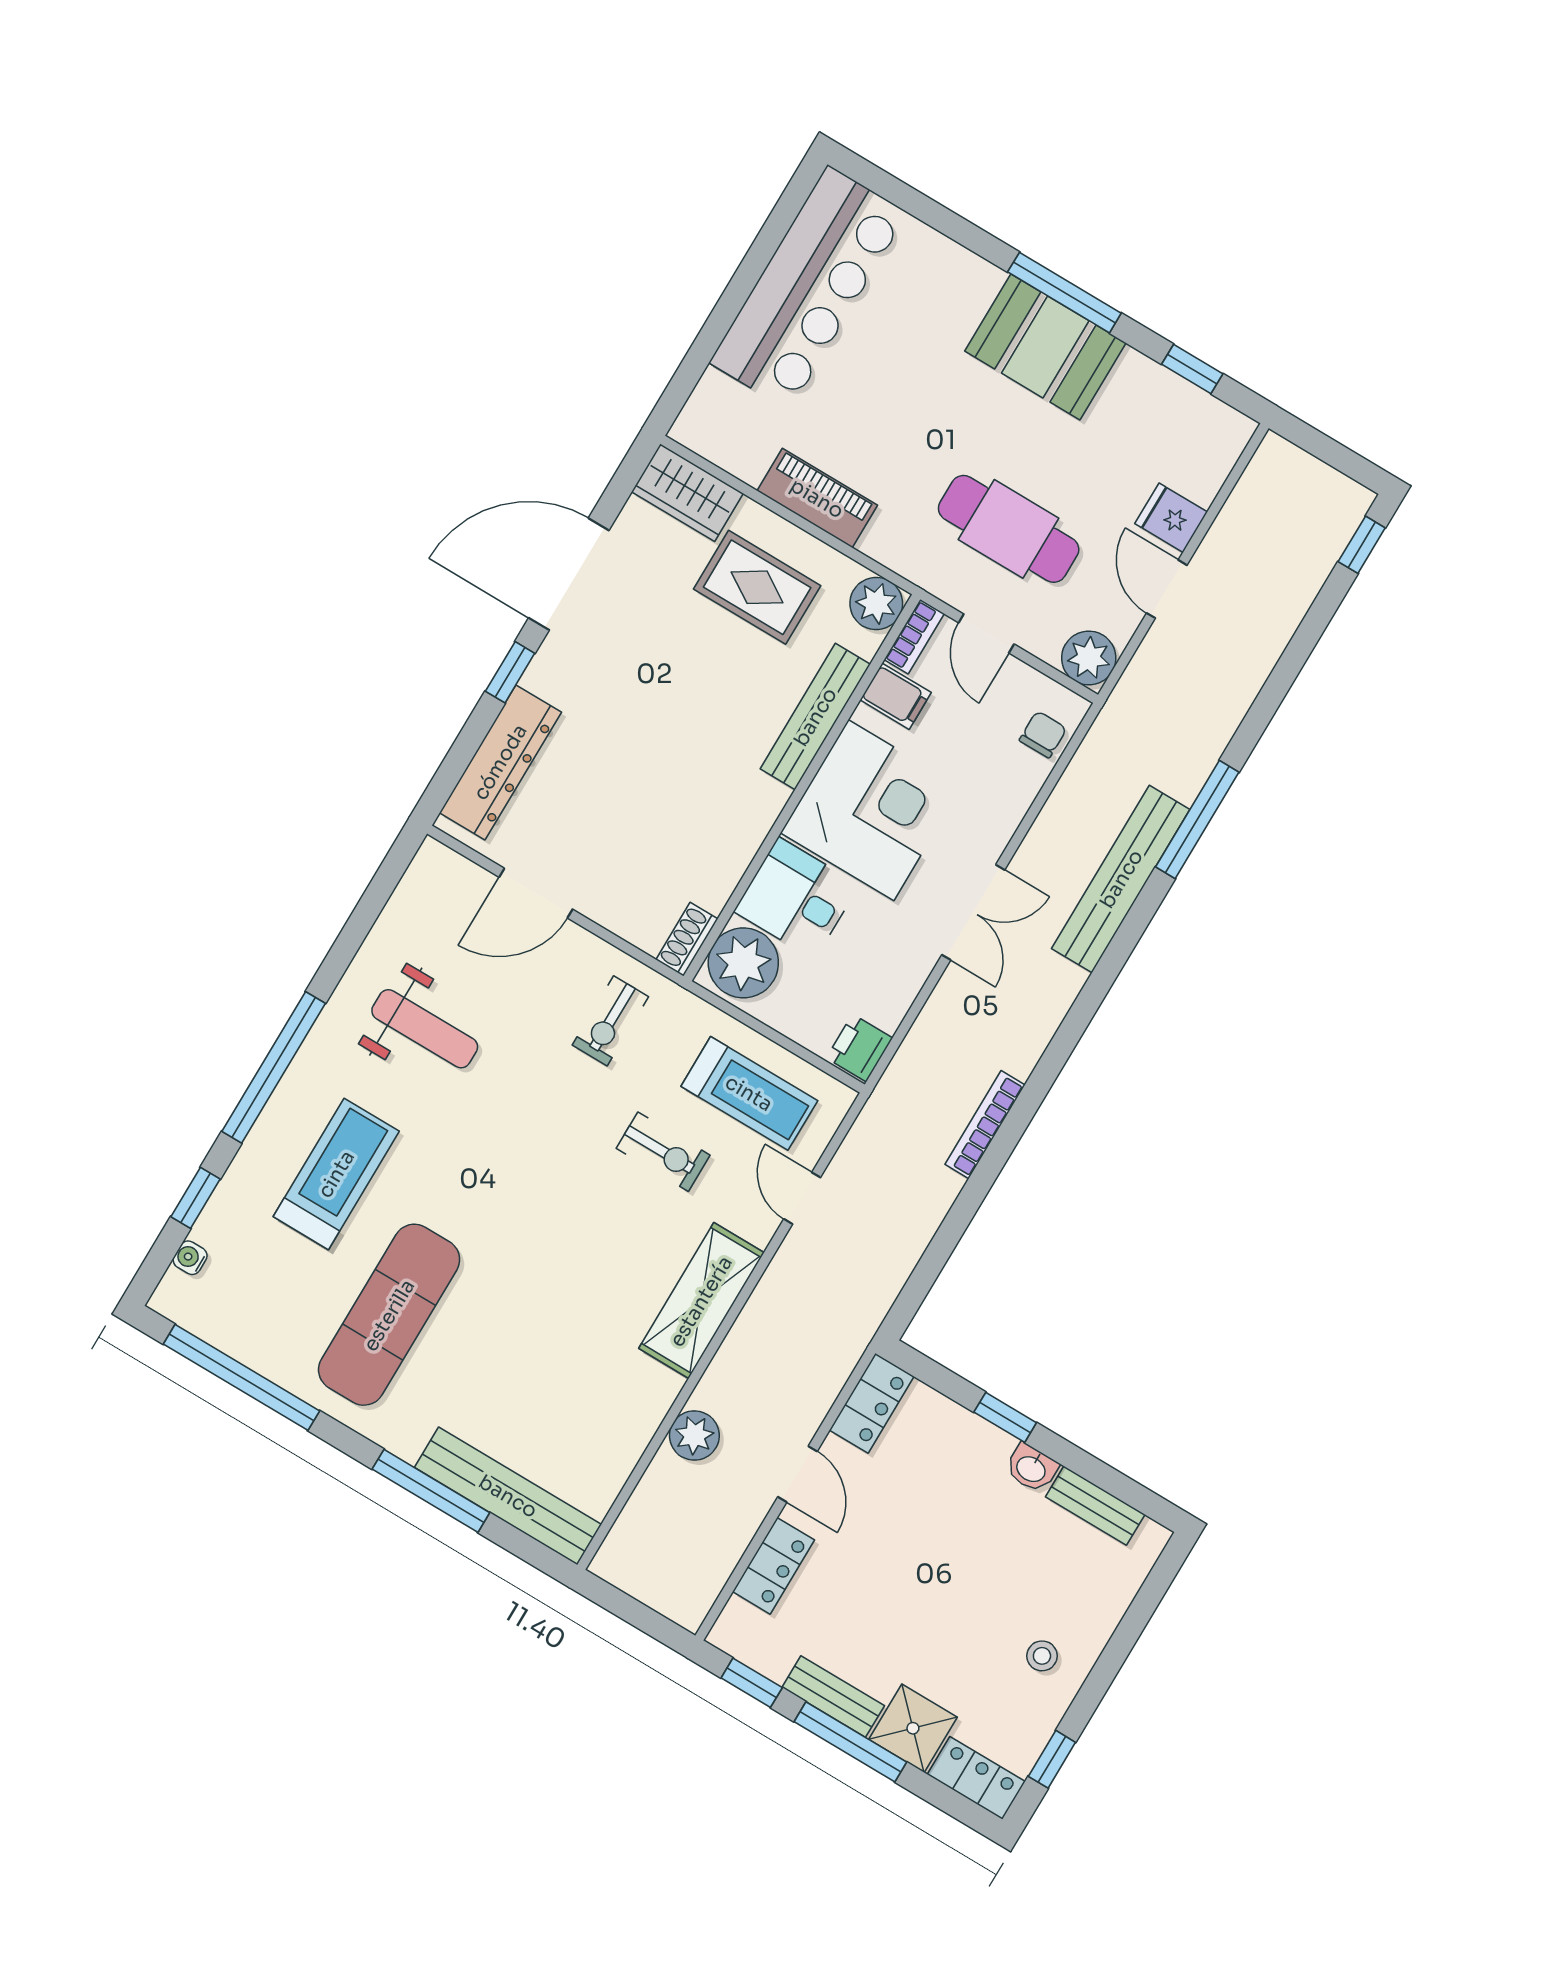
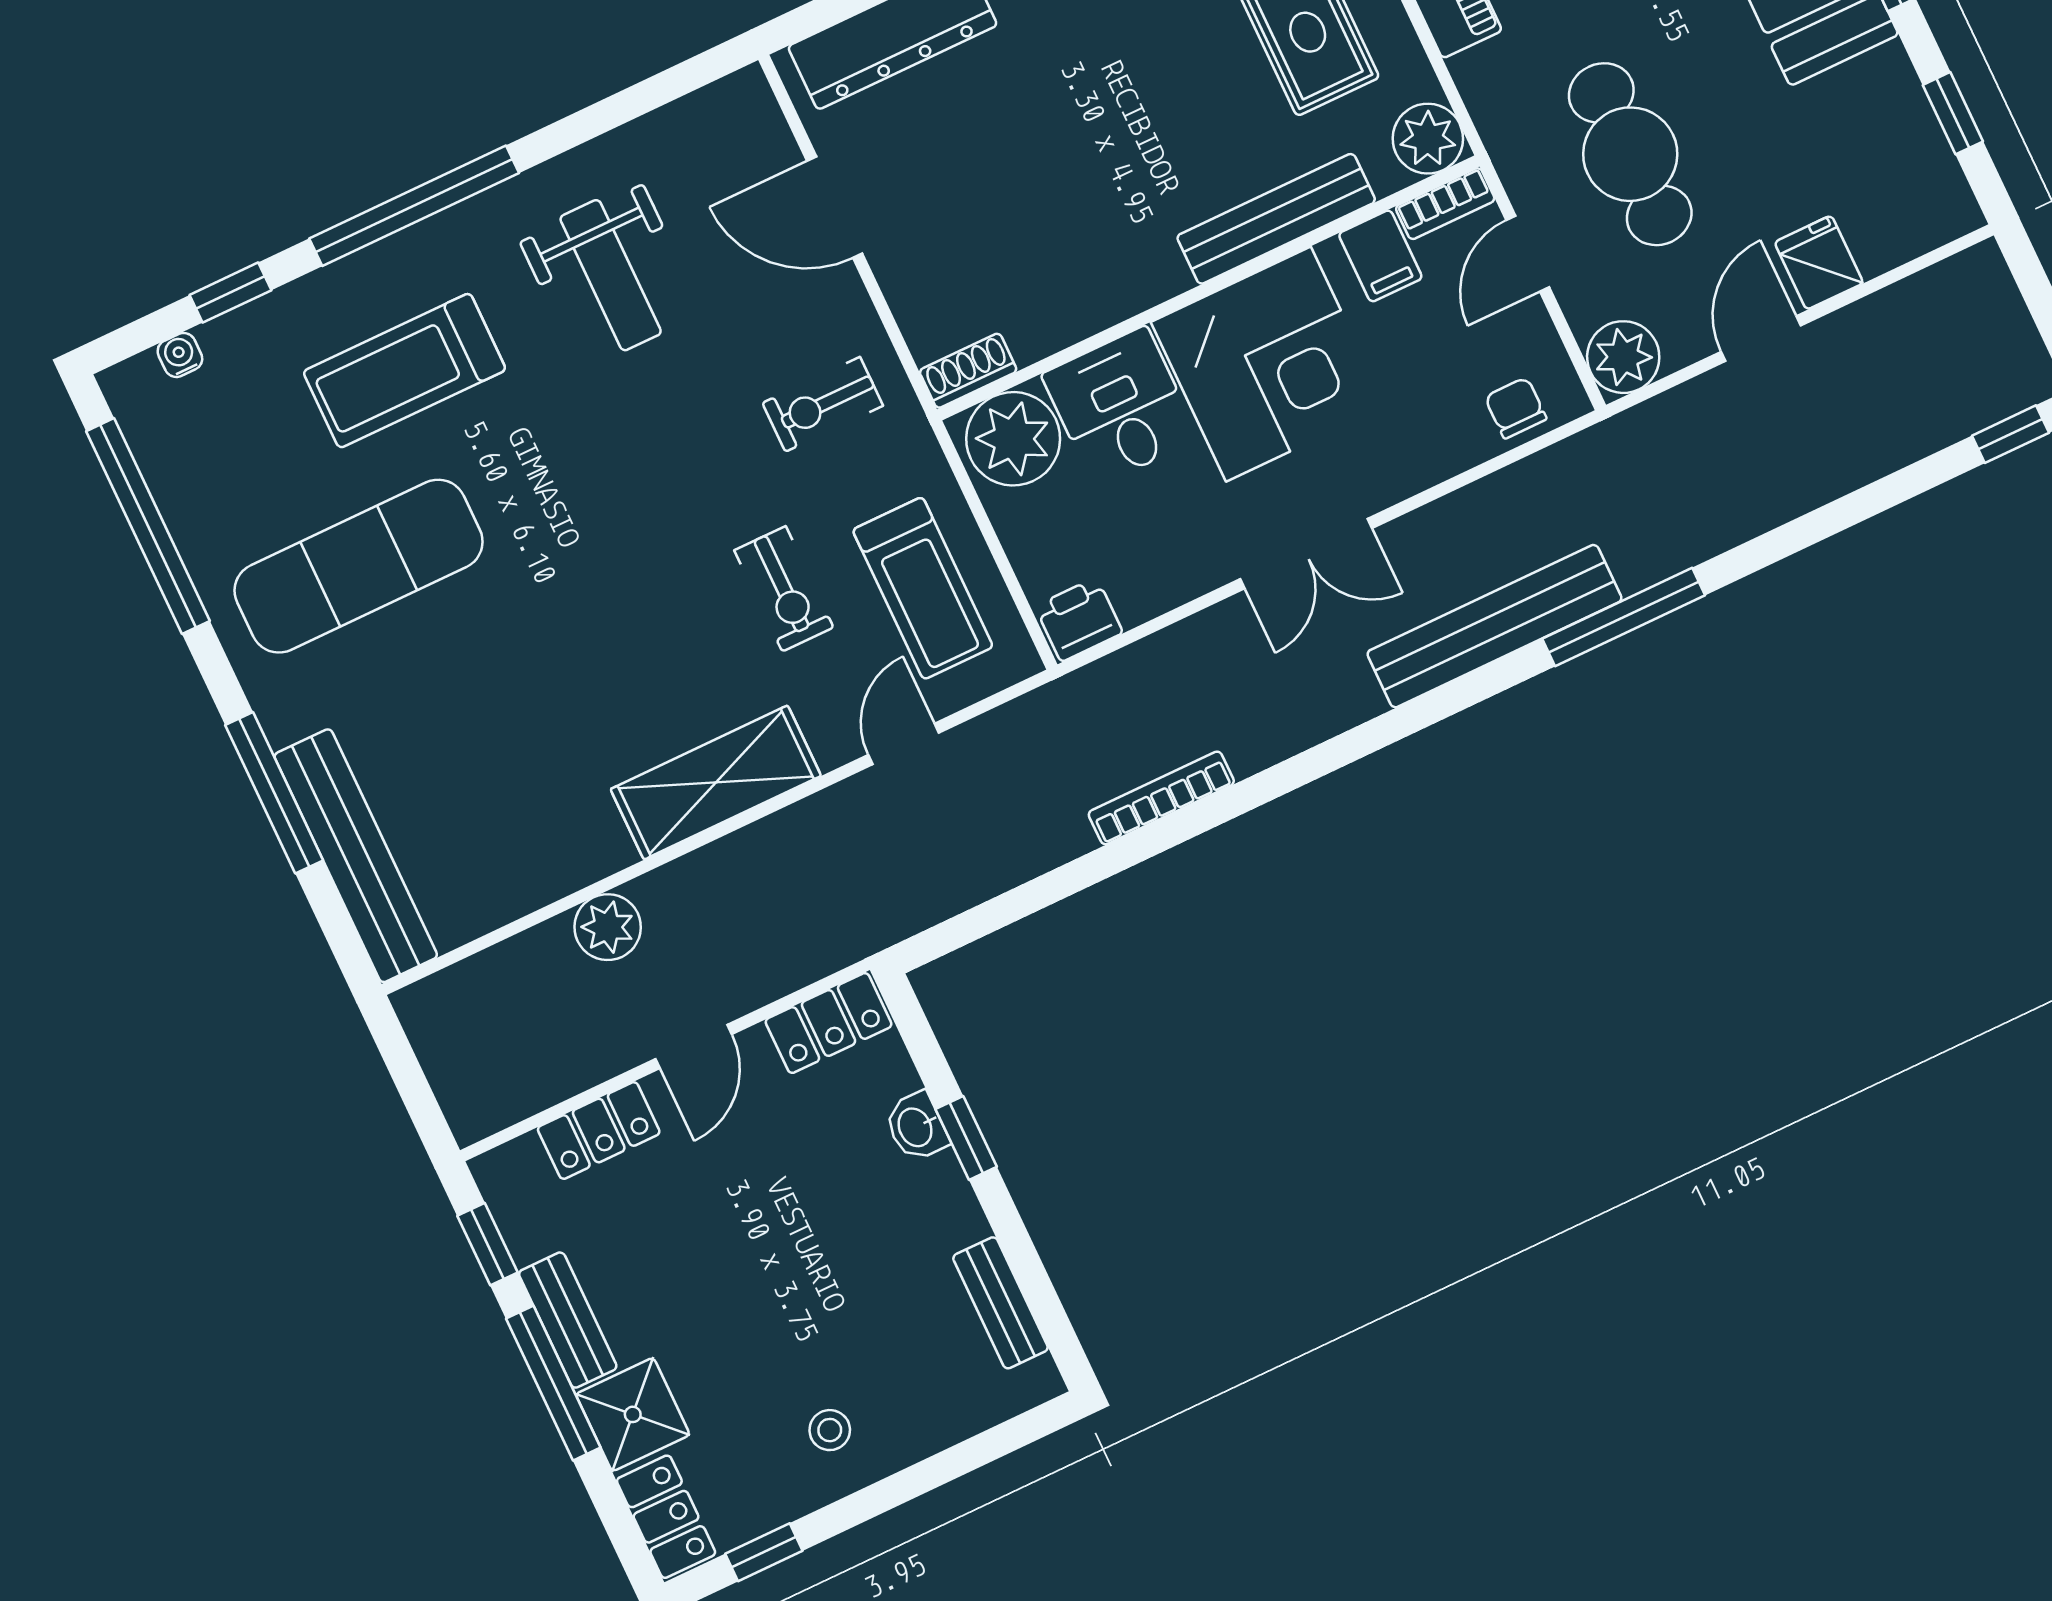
chair: (1043, 734) -> (1516, 408), turned -90
treadmill: (336, 1174) -> (405, 371), turned 180
washbasin: (1031, 1468) -> (916, 1127), moved

